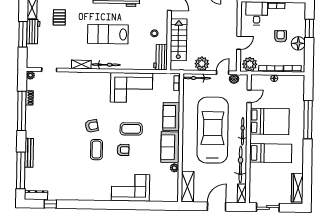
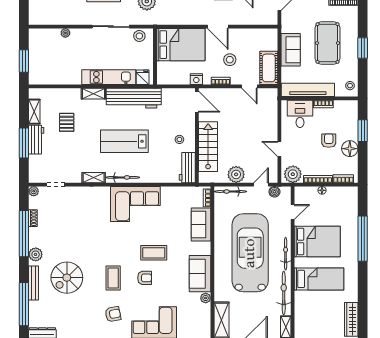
door: (239, 43) -> (279, 149), swing flipped
corner sofa: (131, 88) -> (135, 204), moved
sofa: (171, 117) -> (201, 225), moved
armchair: (92, 126) -> (113, 314), moved
plant: (31, 129) -> (36, 254), added
spiral stairs: (57, 149) -> (67, 278), added

